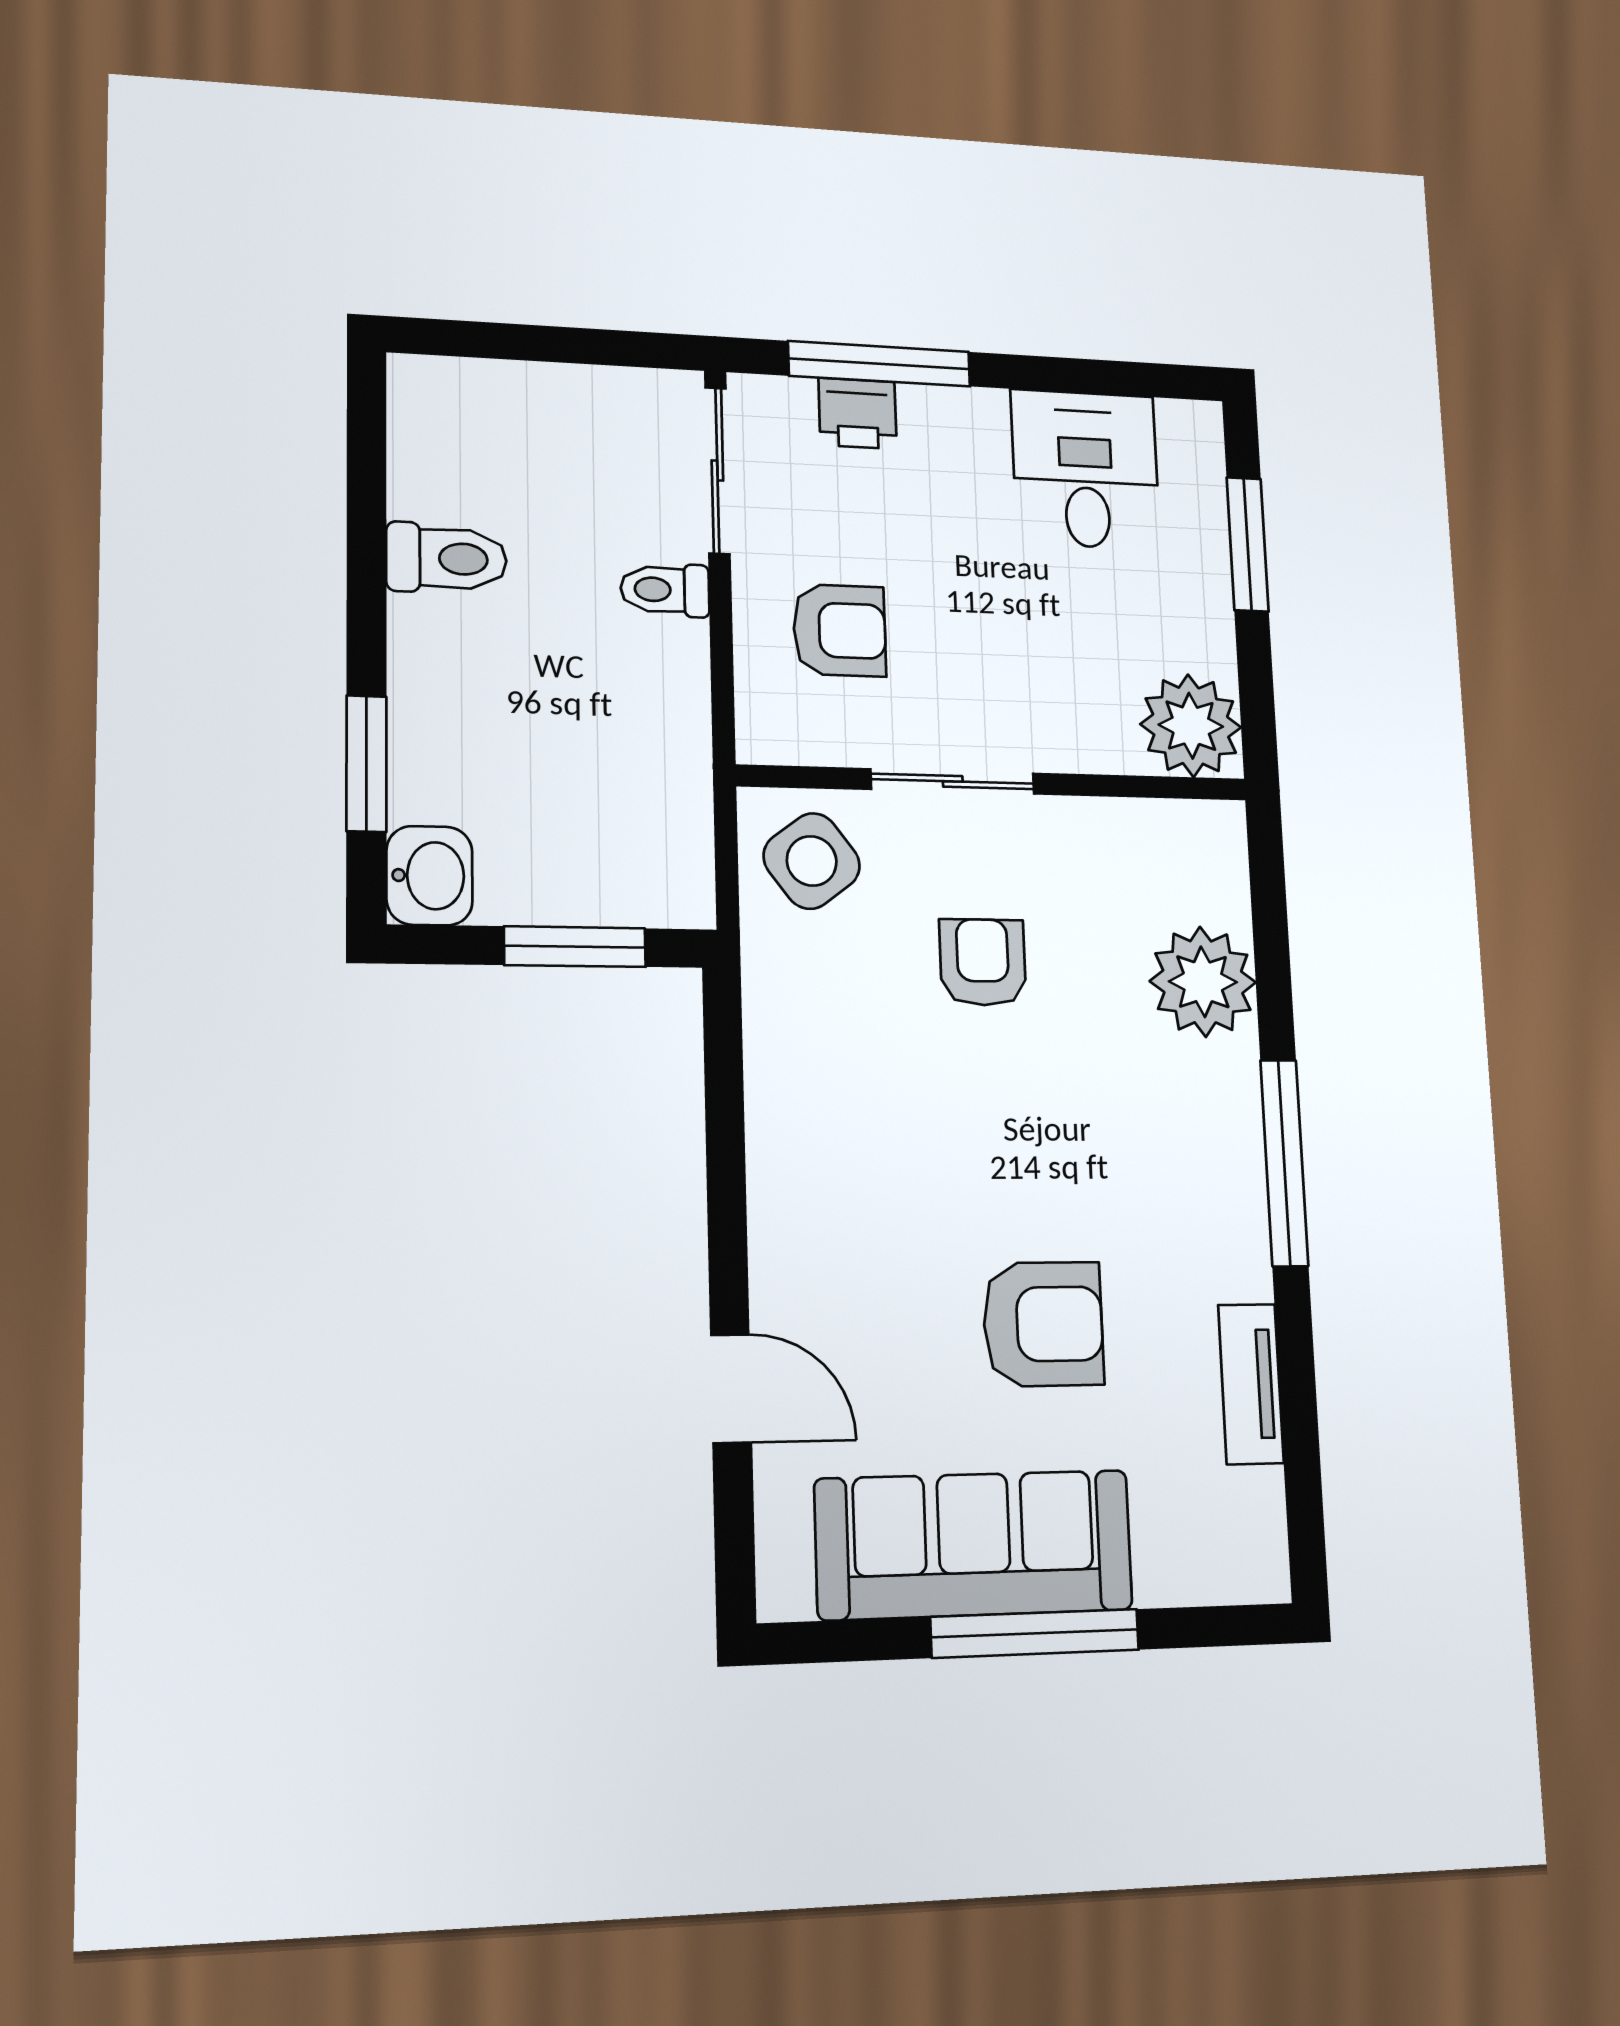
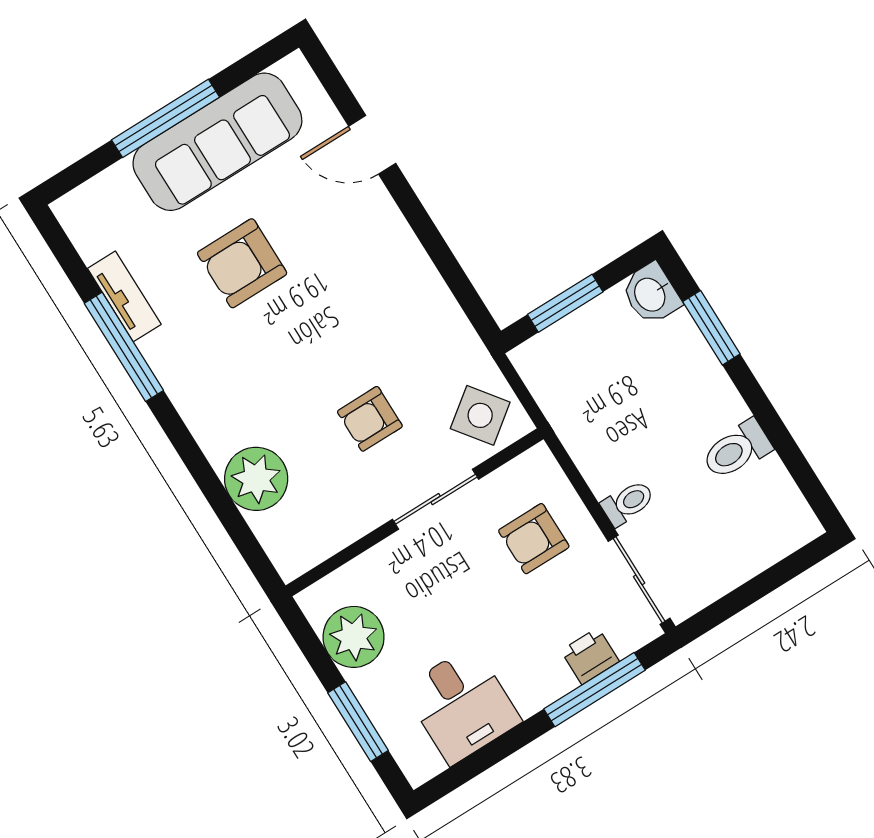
plant: (1191, 726) -> (354, 637), moved
armchair: (983, 962) -> (370, 419), turned 90
window: (1284, 1163) -> (124, 347), moved

